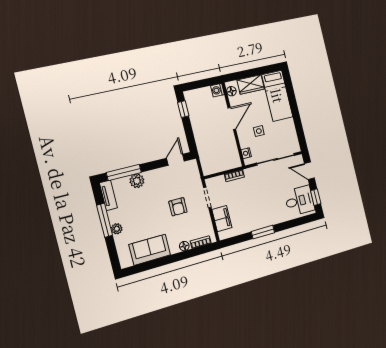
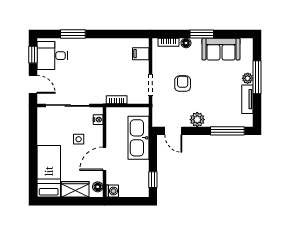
kitchen sink: (206, 145) -> (138, 138), added
door: (175, 160) -> (173, 131), hinge flipped
plant: (137, 181) -> (197, 120), moved
tv unit: (108, 195) -> (247, 99), moved
filing cabinet: (222, 219) -> (141, 54), width x0.50
window: (105, 220) -> (257, 77), moved
window: (263, 232) -> (73, 34), moved
window: (172, 259) -> (202, 34), added

